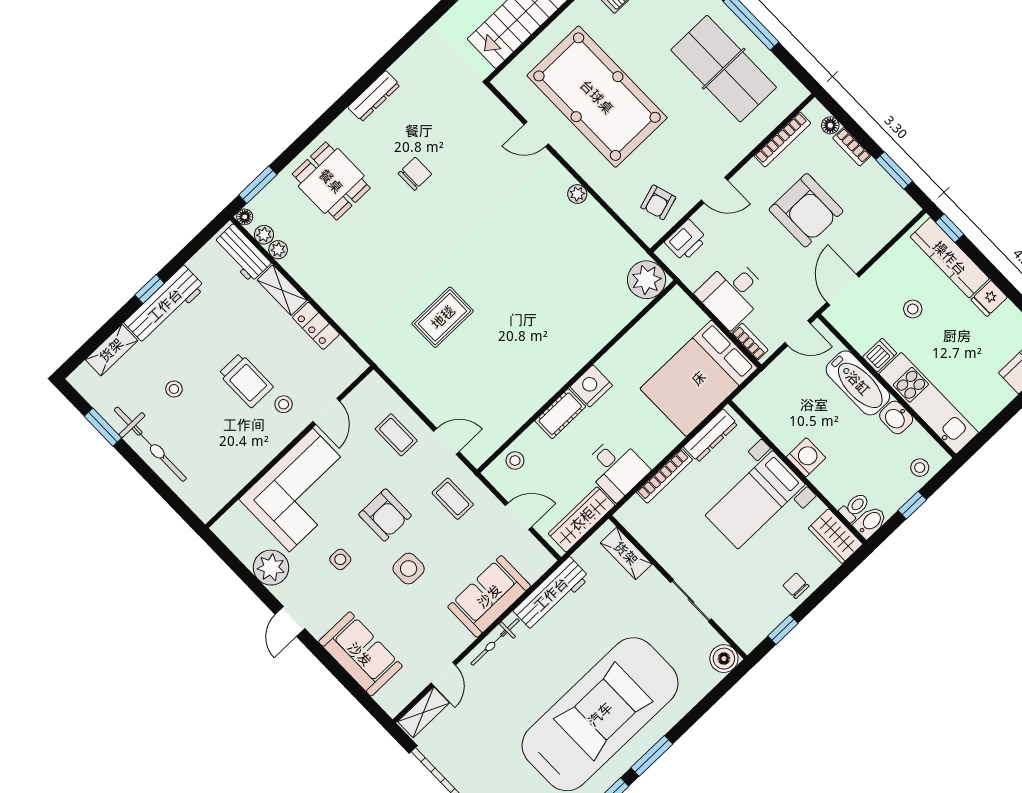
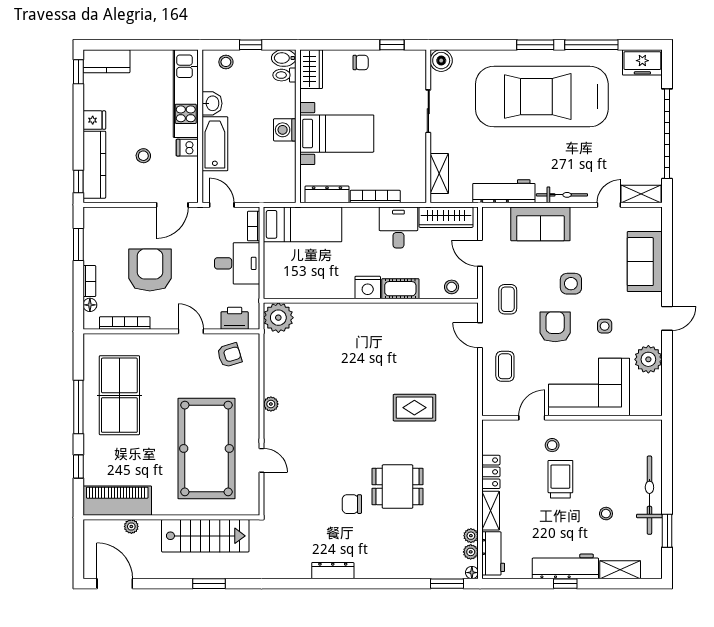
dining table: (331, 181) -> (397, 487), moved, turned 90
bed: (699, 378) -> (302, 224), width x0.67
chair: (796, 586) -> (361, 63), turned -90

